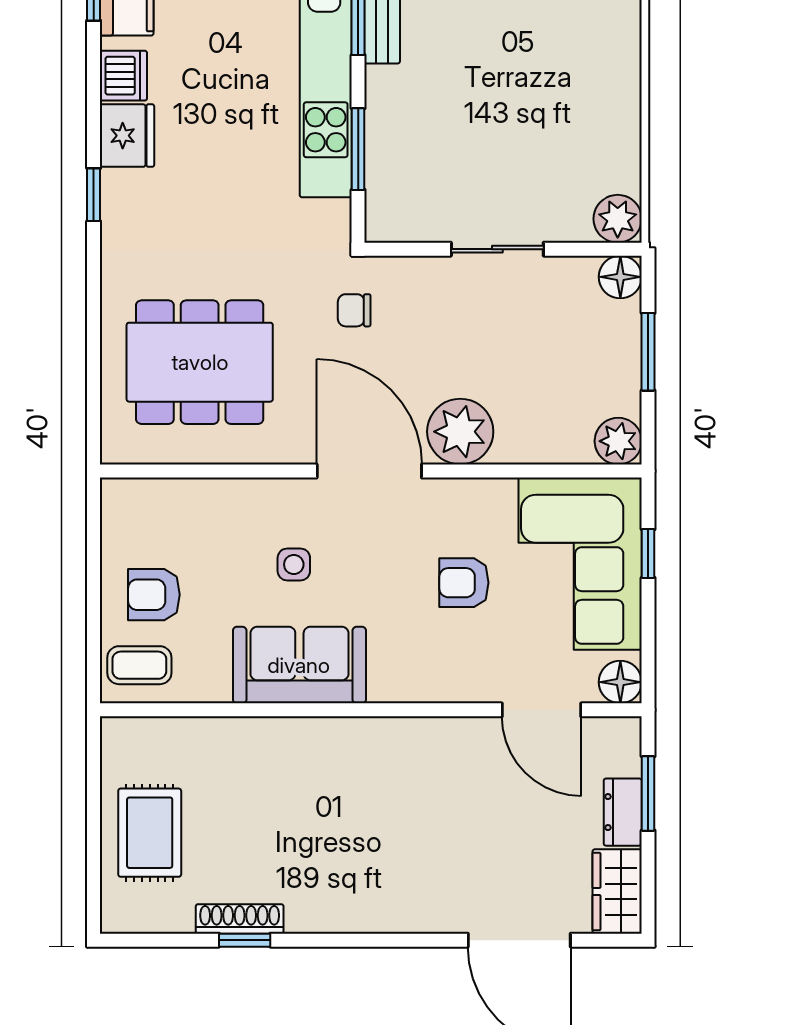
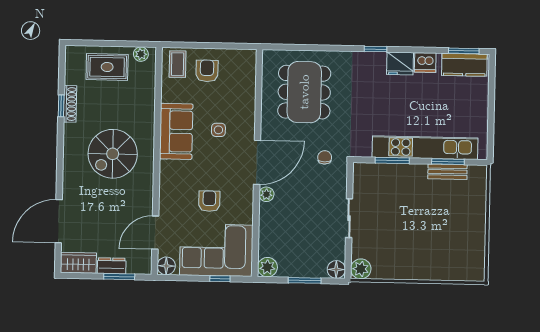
plant: (460, 432) -> (266, 194), width x0.53, depth x0.53
plant: (117, 753) -> (141, 54), added
spiral stairs: (356, 815) -> (113, 154), added

